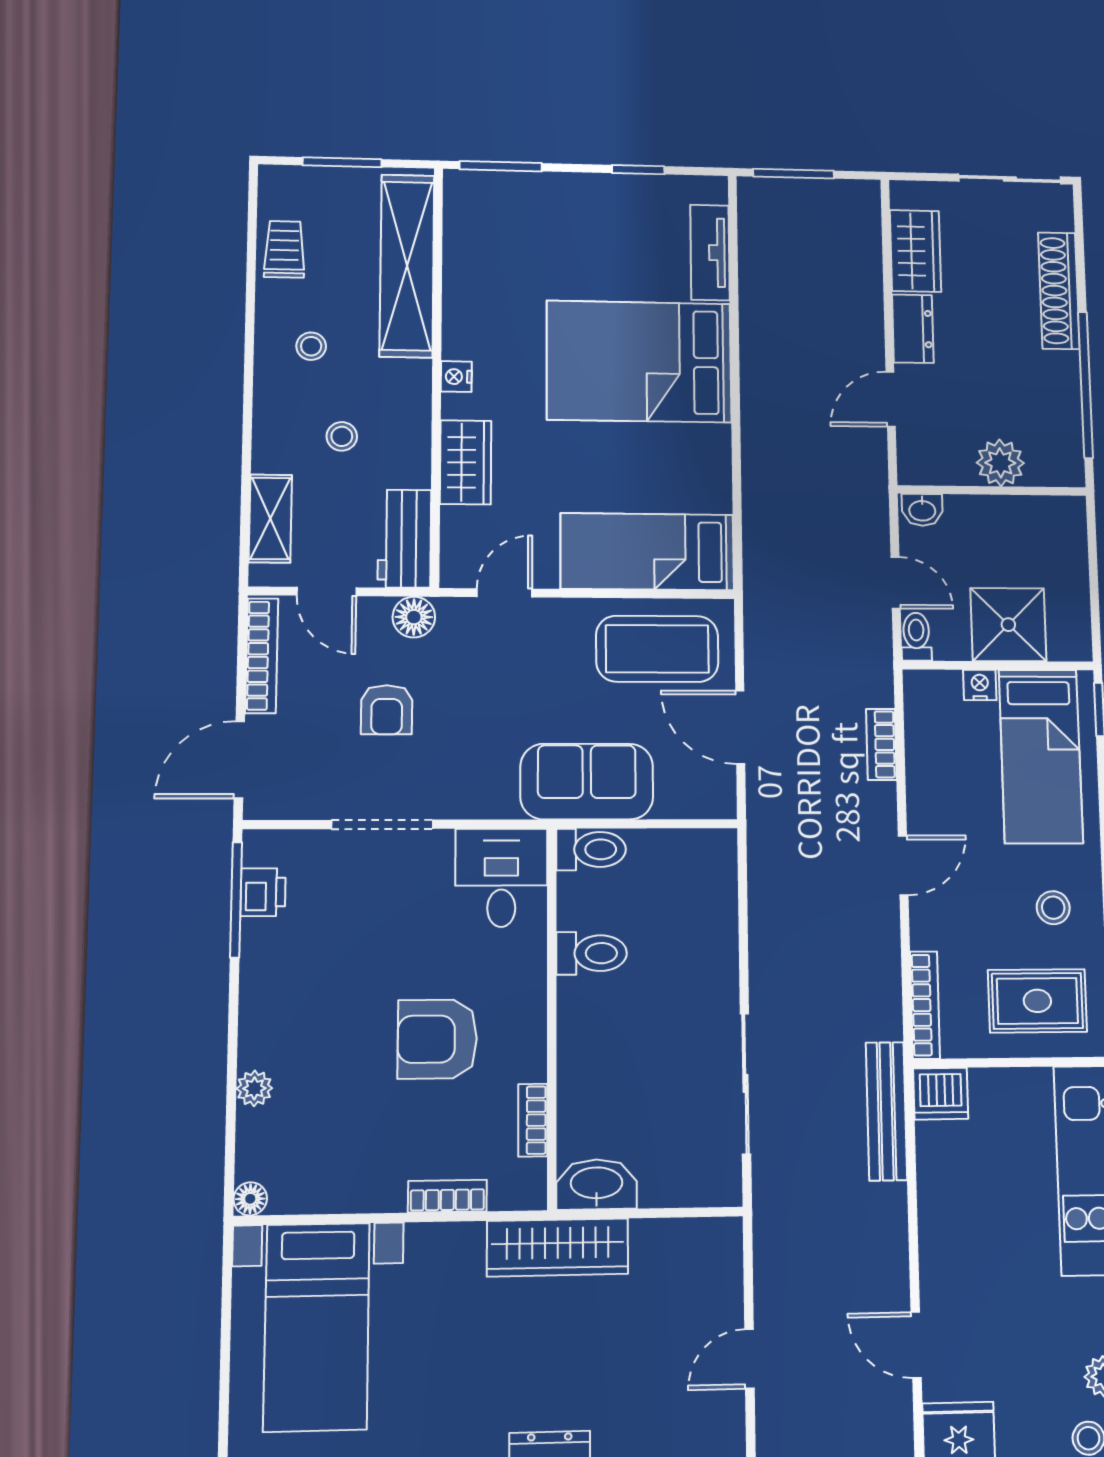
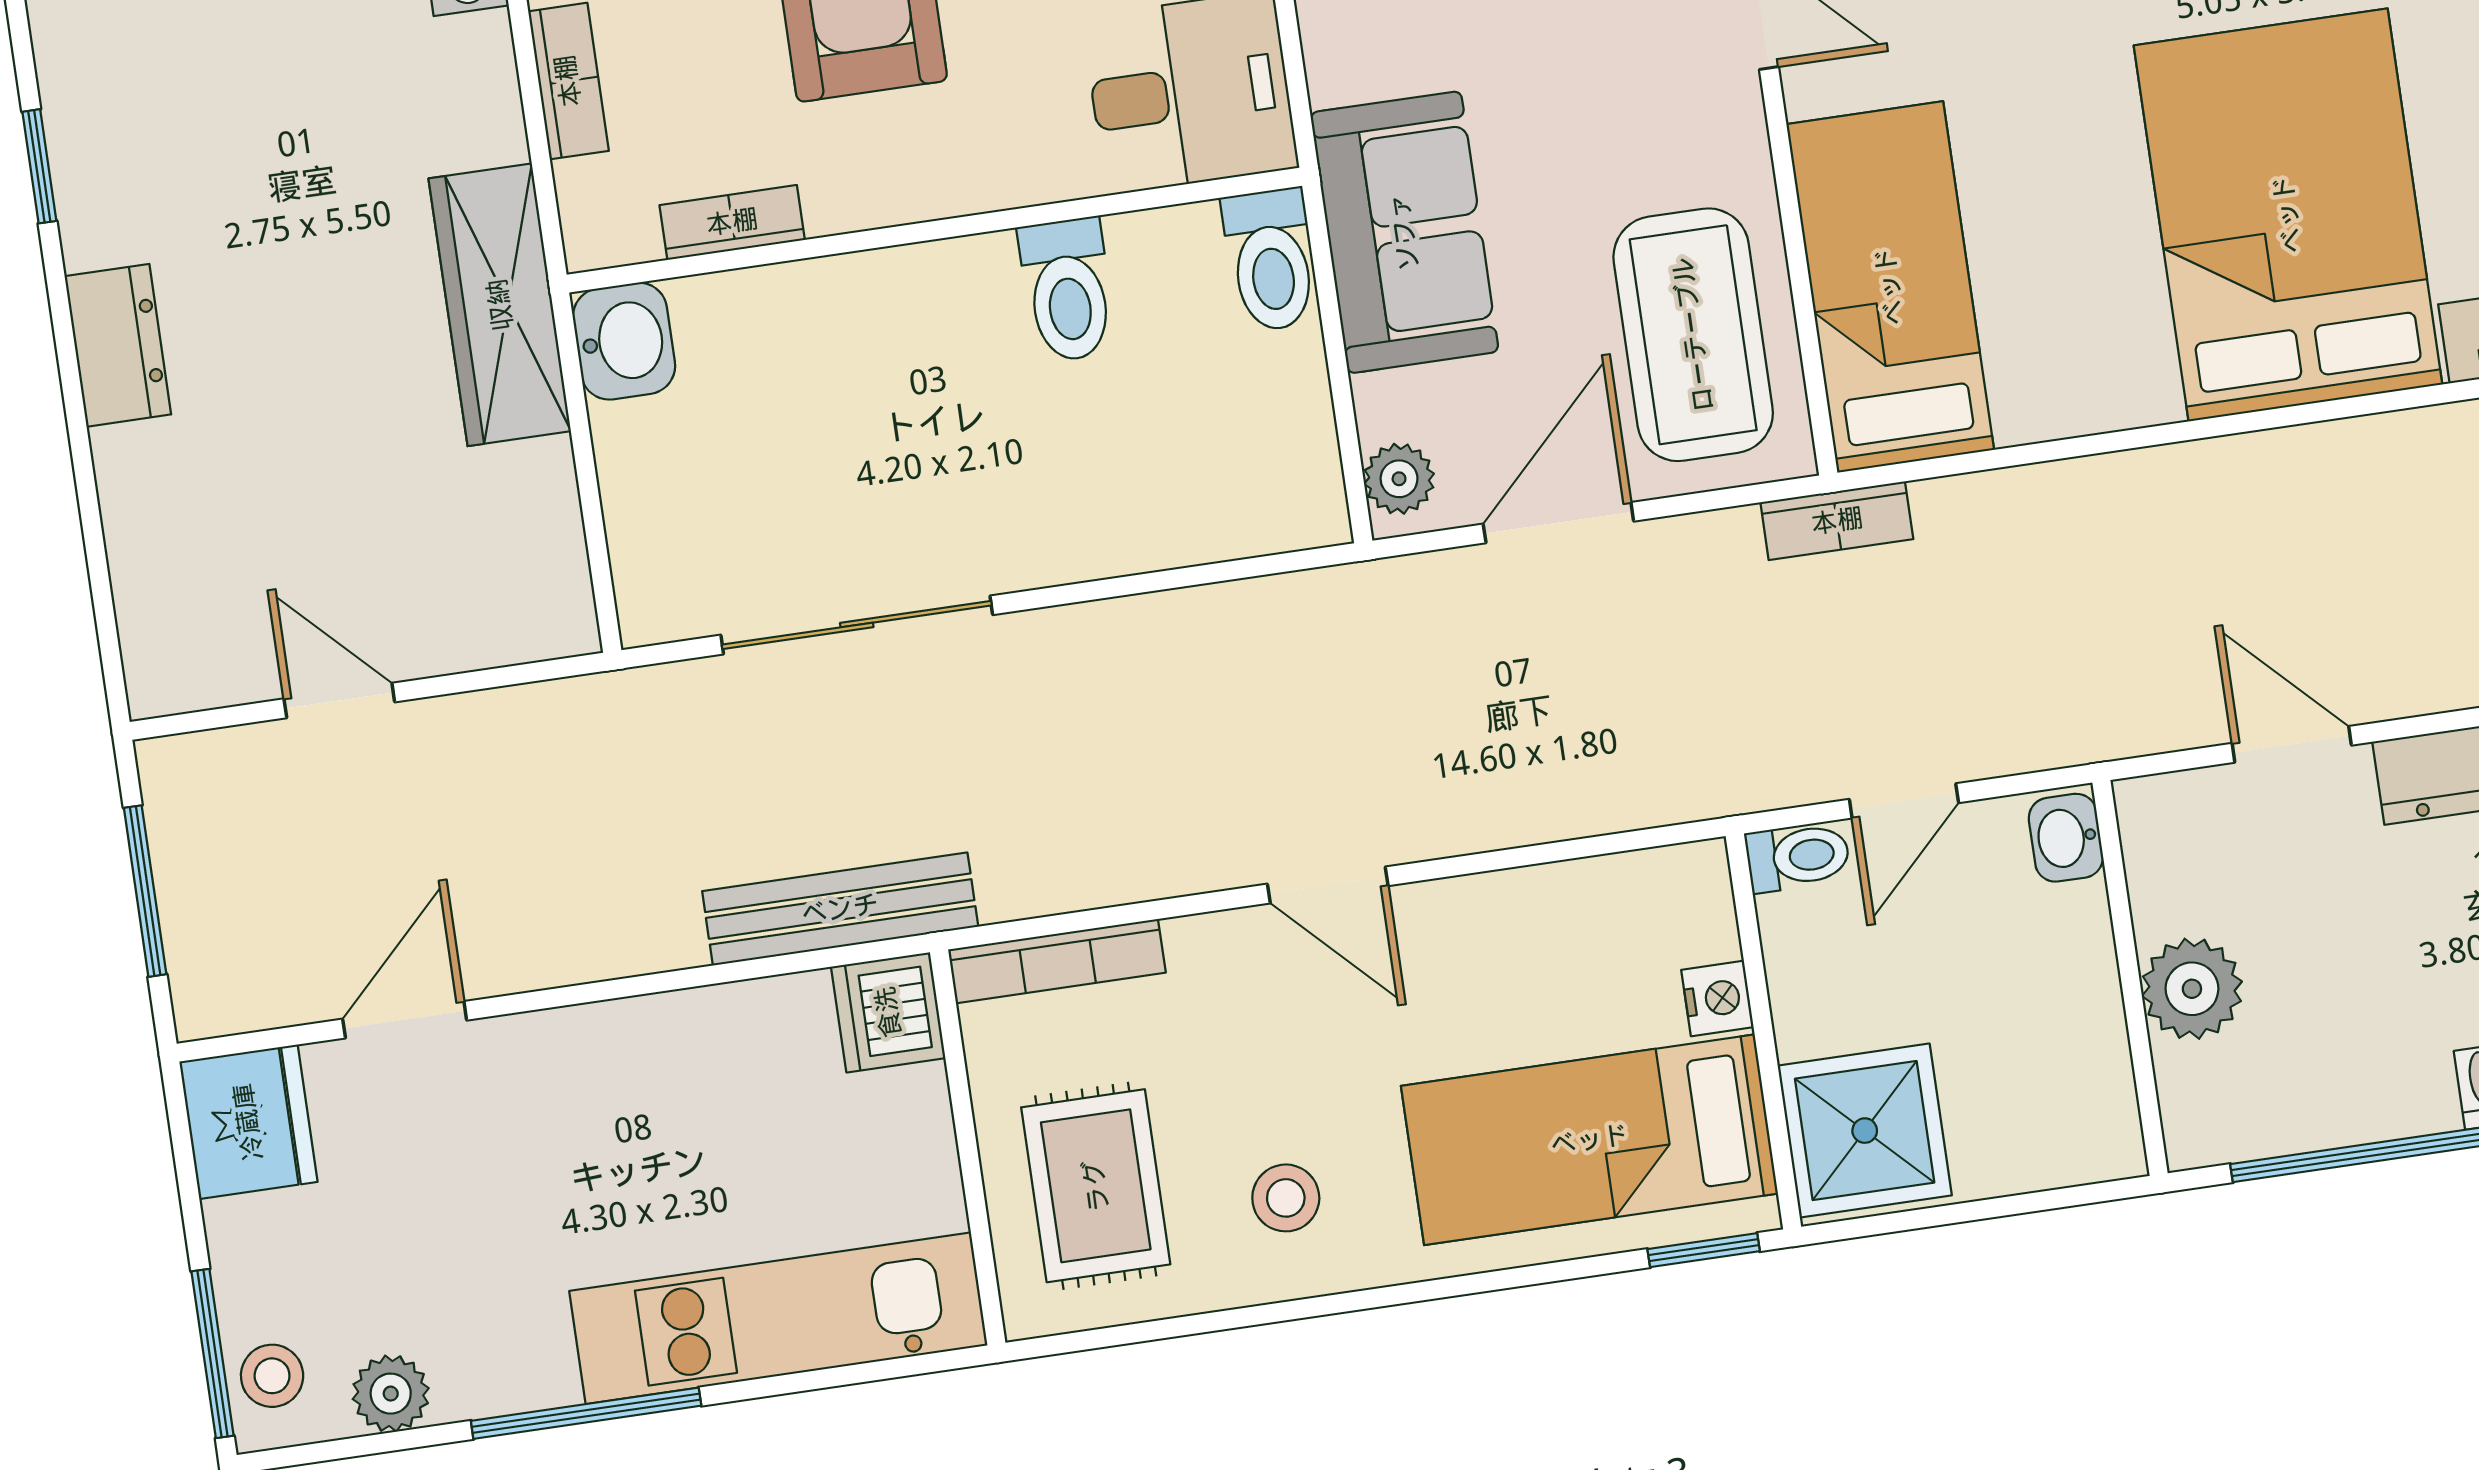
shower: (1008, 625) -> (1865, 1131), moved
bookcase: (881, 744) -> (1837, 521), moved, turned 180
plant: (708, 802) -> (1399, 479), added
washbasin: (597, 1184) -> (624, 341), width x0.72

